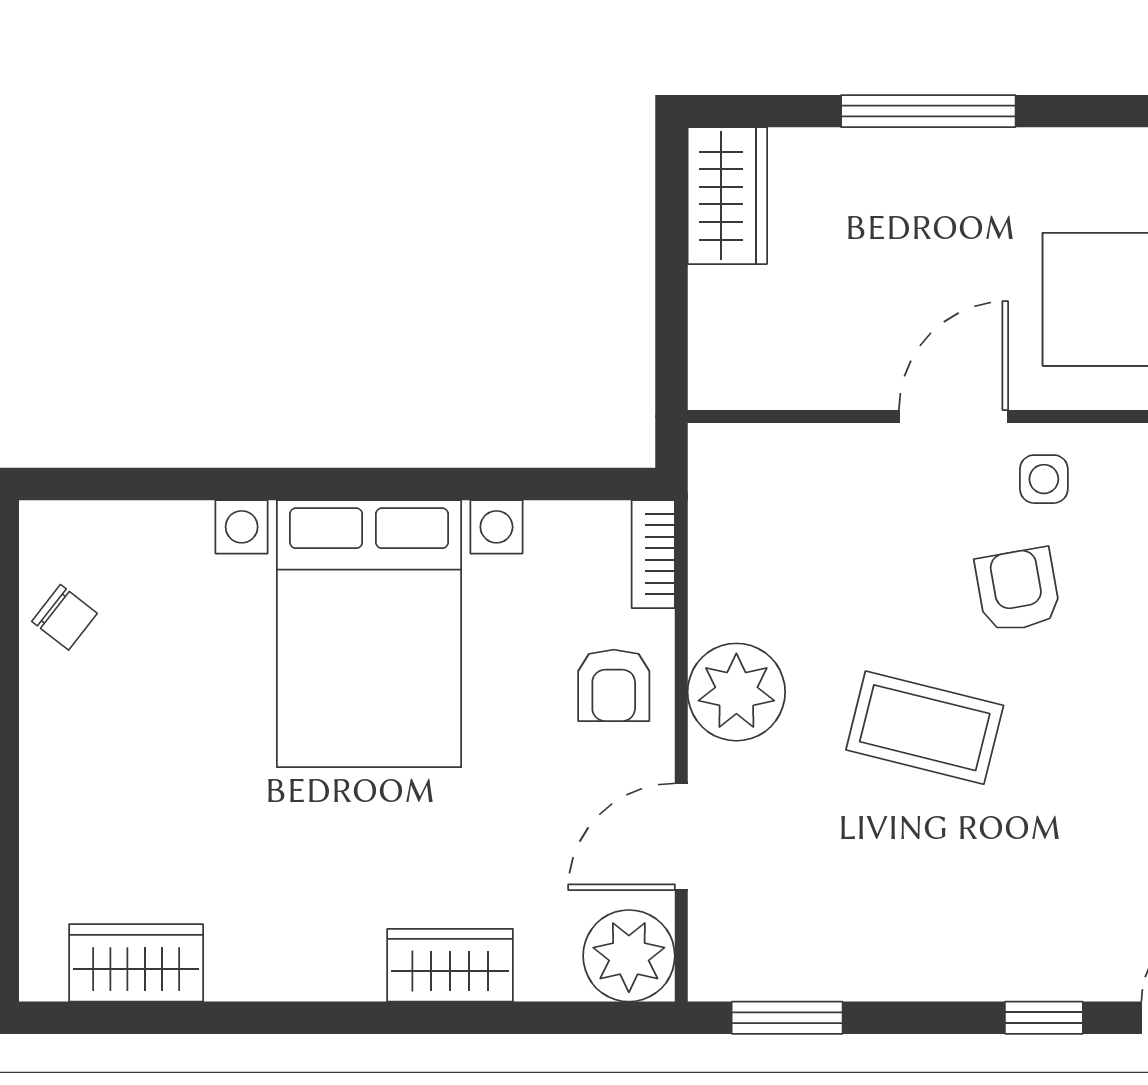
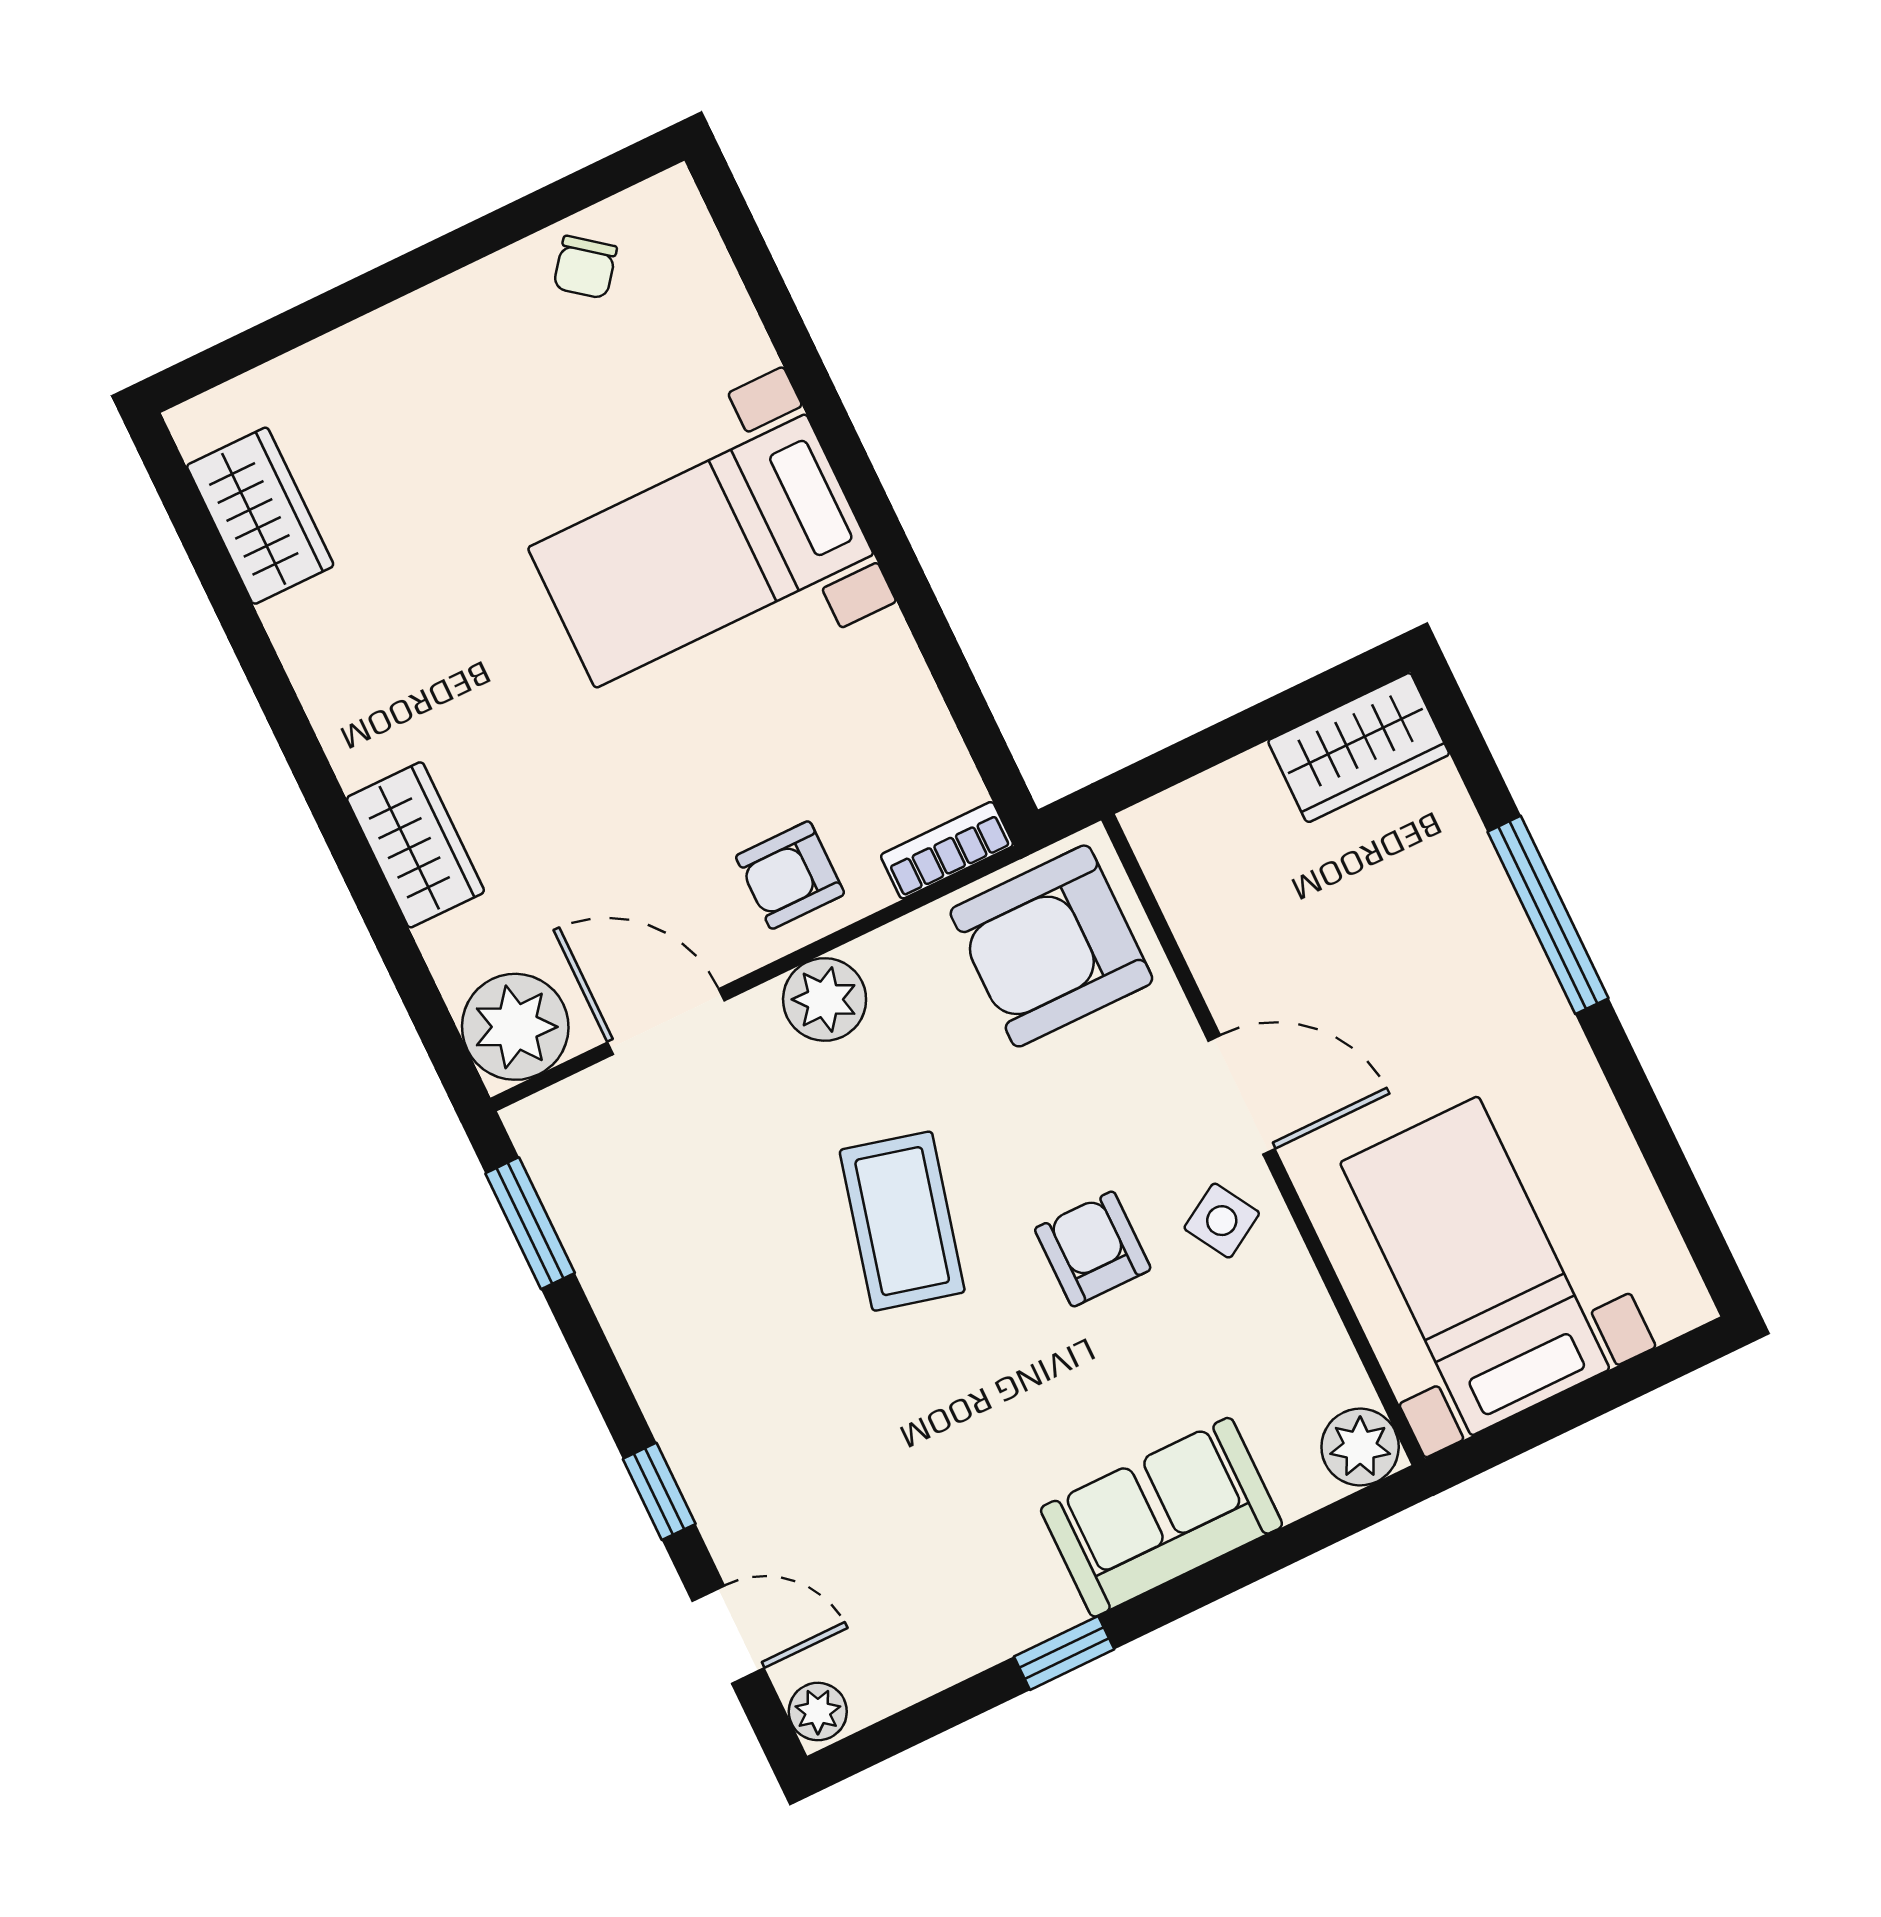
side table: (1044, 479) -> (1222, 1221), turned -31
armchair: (767, 509) -> (1051, 946), added
armchair: (1018, 590) -> (1093, 1249), turned -80
bed with nightstands: (369, 634) -> (701, 551), width x0.73
plant: (736, 692) -> (825, 999), width x0.73, depth x0.73

